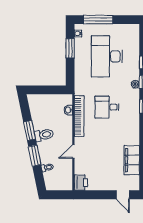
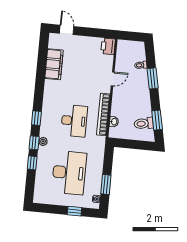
window: (98, 20) -> (74, 211), width x0.46
desk: (107, 107) -> (74, 121), width x1.37
window: (30, 130) -> (157, 120), moved
toilet: (44, 135) -> (144, 123), moved

